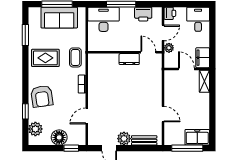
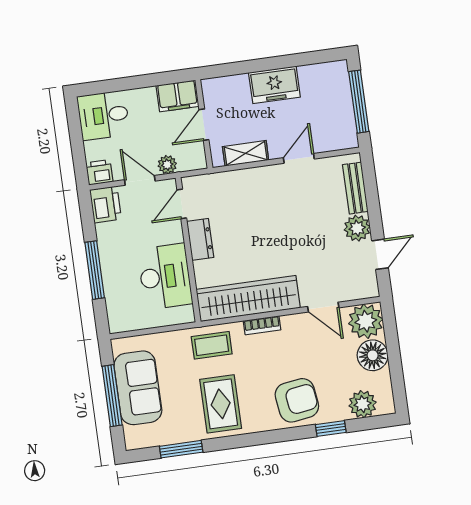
printer: (143, 14) -> (105, 204), moved
desk: (104, 19) -> (165, 277), moved, turned 180
wardrobe: (96, 79) -> (248, 299), added
shelving: (204, 81) -> (246, 153), moved
plant: (77, 136) -> (366, 321), added
freezer: (197, 137) -> (274, 85), moved, turned -90
window: (71, 148) -> (390, 329), removed

